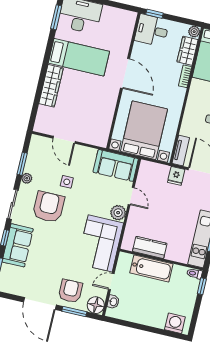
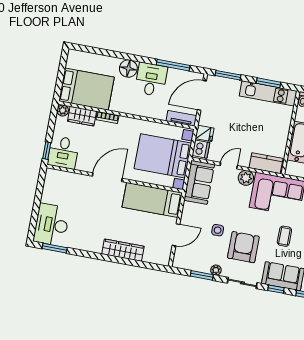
bed: (79, 57) -> (152, 200), moved, turned -90
dishwasher: (149, 169) -> (201, 149), added
fridge: (176, 176) -> (205, 133), moved
armchair: (49, 207) -> (243, 247), turned 90
kitchen counter: (150, 247) -> (266, 163), moved, turned 90
coffee table: (58, 249) -> (284, 236), added

